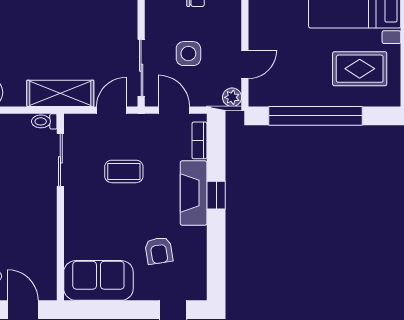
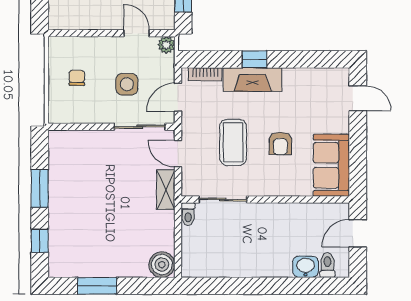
shelving: (60, 93) -> (166, 190), width x0.67, depth x0.75
coffee table: (124, 171) -> (233, 142), width x1.36, depth x1.30
armchair: (159, 251) -> (280, 143), moved, turned 99

